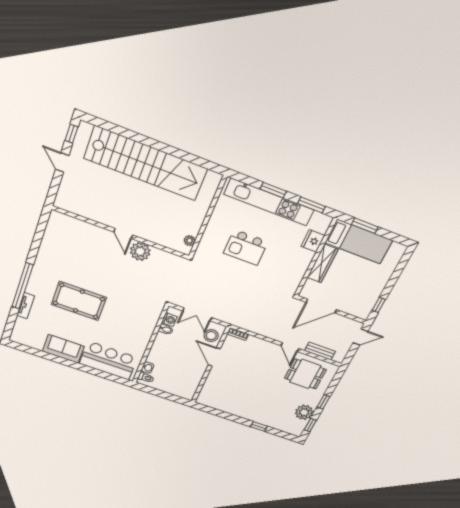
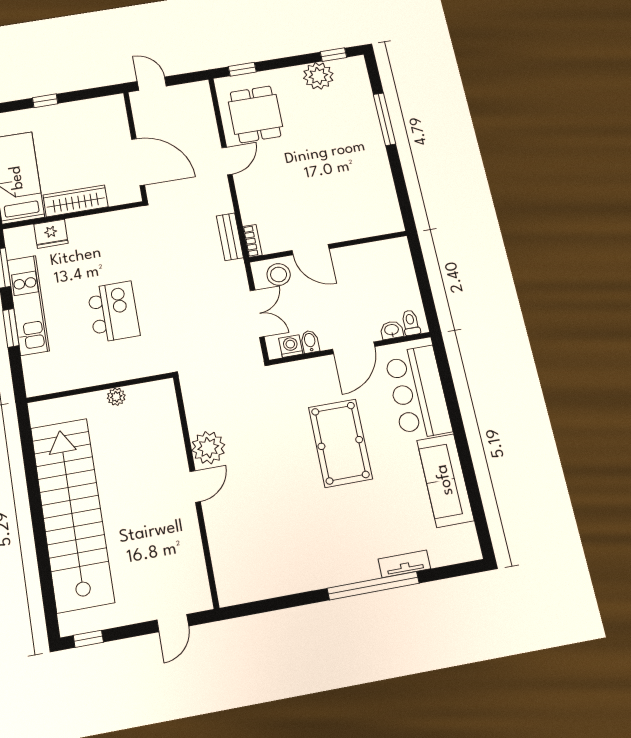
door: (62, 162) -> (173, 623), moved
kitchen unit: (269, 202) -> (28, 305), width x0.73
plant: (190, 241) -> (116, 397), moved
pool table: (79, 301) -> (340, 443), moved
window: (379, 305) -> (45, 101), moved
door: (150, 346) -> (354, 348), added
sofa: (63, 349) -> (445, 480), width x1.36
bench: (320, 351) -> (230, 237), moved
door: (214, 357) -> (311, 250), hinge flipped
window: (323, 402) -> (242, 69), moved
window: (259, 426) -> (385, 119), width x2.17

